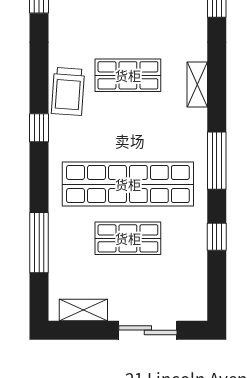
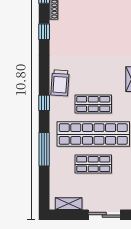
shop shelf: (128, 75) -> (93, 104), moved
window: (39, 243) -> (44, 149), moved

